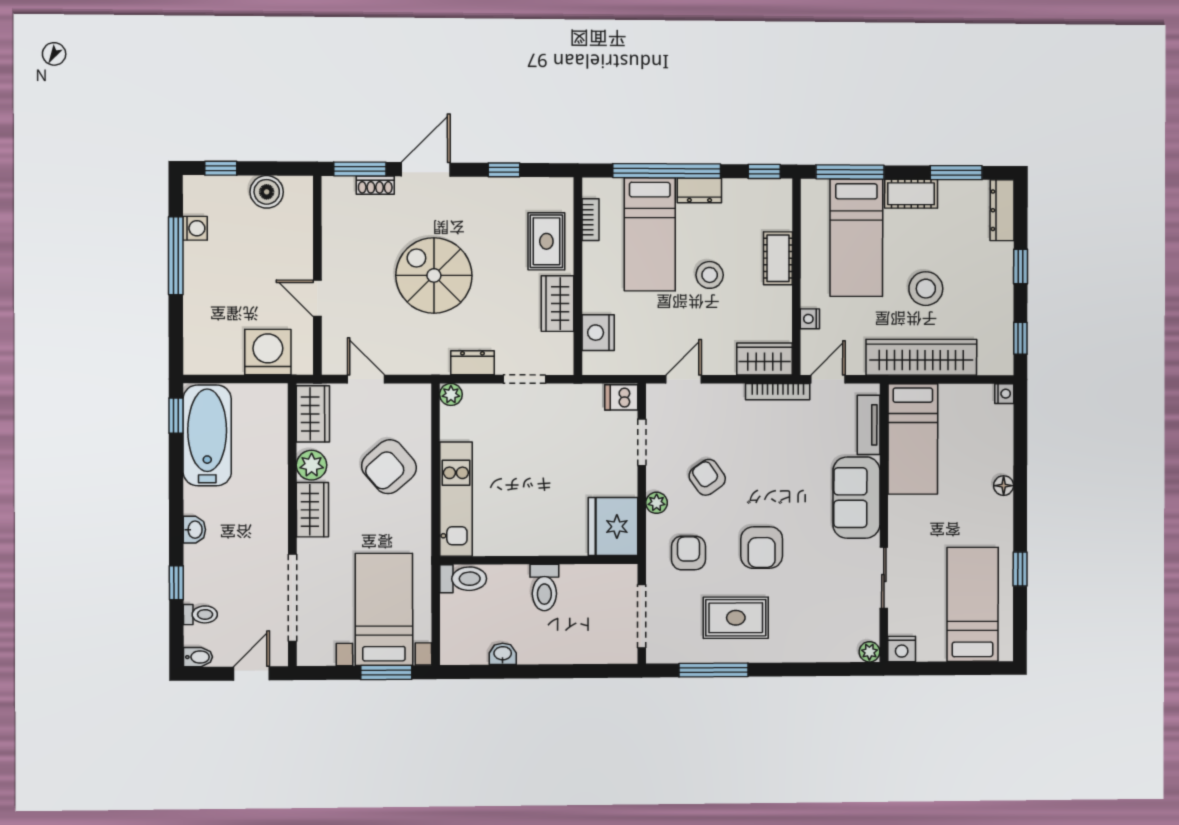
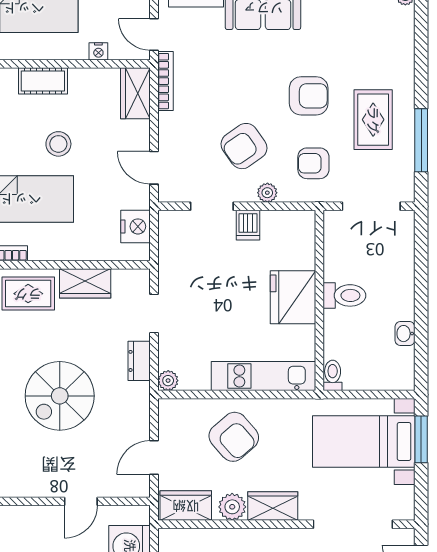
nightstand: (598, 333) -> (136, 226), moved, turned -90
dishwasher: (621, 397) -> (248, 225), moved
armchair: (707, 477) -> (244, 146), width x1.38, depth x1.38
fridge: (613, 527) -> (293, 297), moved, turned 90
toilet: (463, 579) -> (333, 375), width x0.73, depth x0.72

